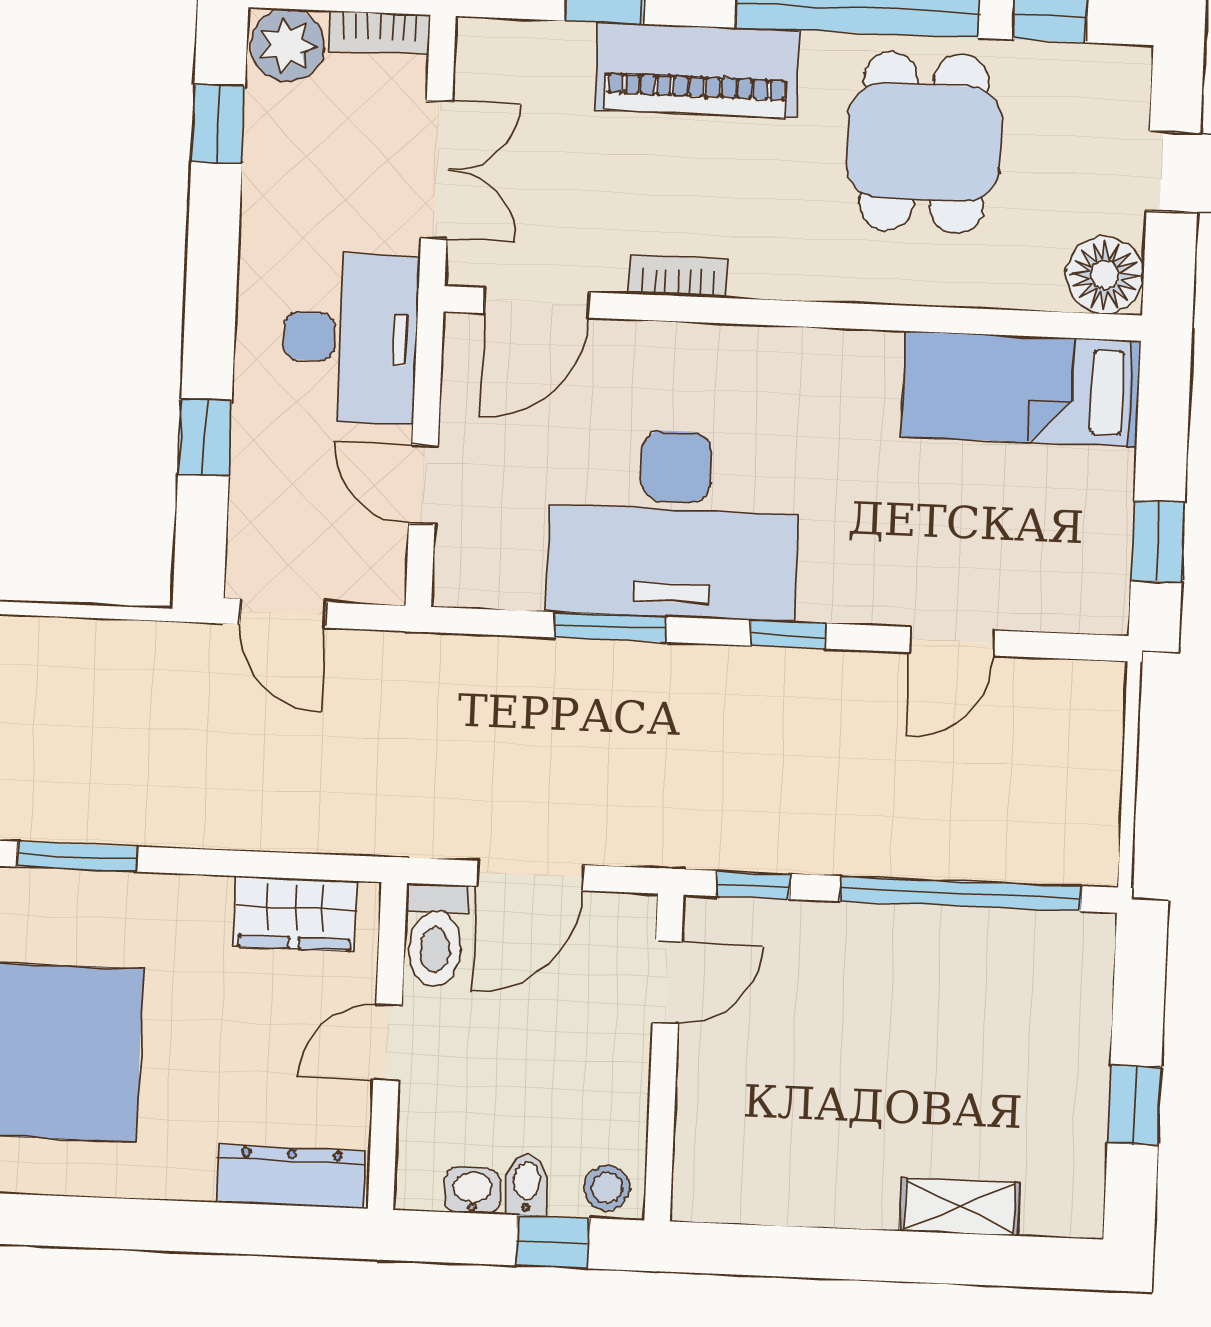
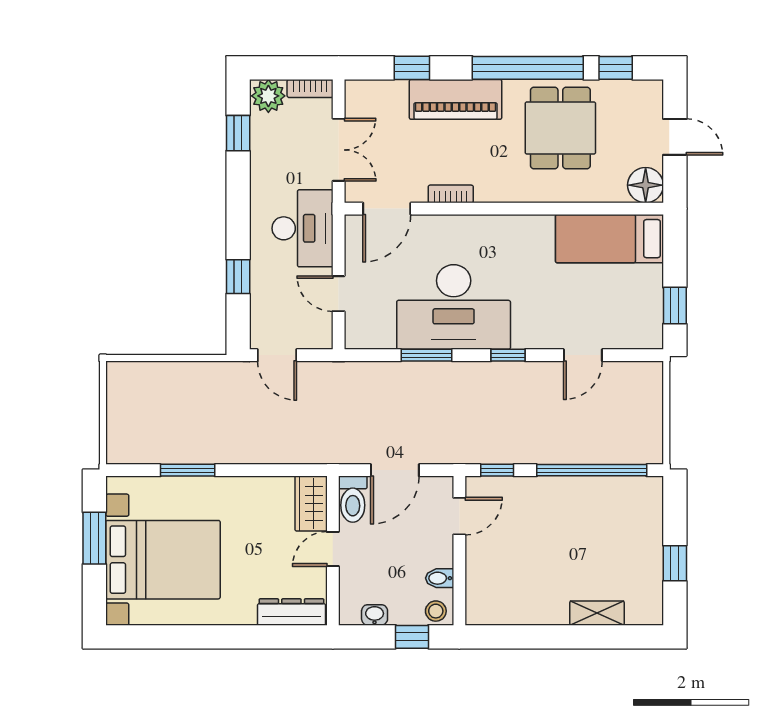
wardrobe: (295, 913) -> (311, 504), moved, turned 90
bidet: (527, 1185) -> (440, 578), moved, turned -90

